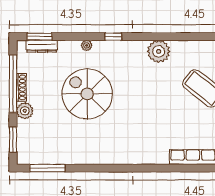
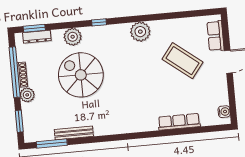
plant: (87, 45) -> (73, 37), width x1.88, depth x1.88
bench: (73, 158) -> (74, 133), added

